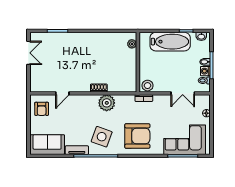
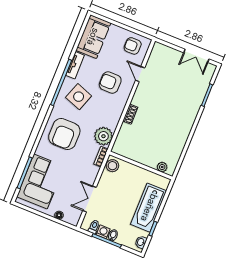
plant: (107, 103) -> (103, 136), moved
armchair: (79, 115) -> (110, 83), added

